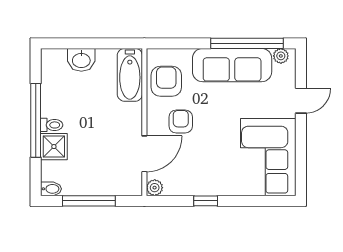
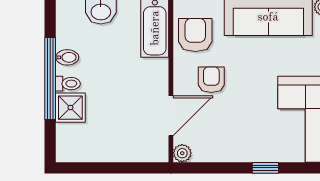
bidet: (51, 189) -> (67, 57), moved
window: (89, 201) -> (109, 168), removed
window: (206, 201) -> (265, 168), moved

